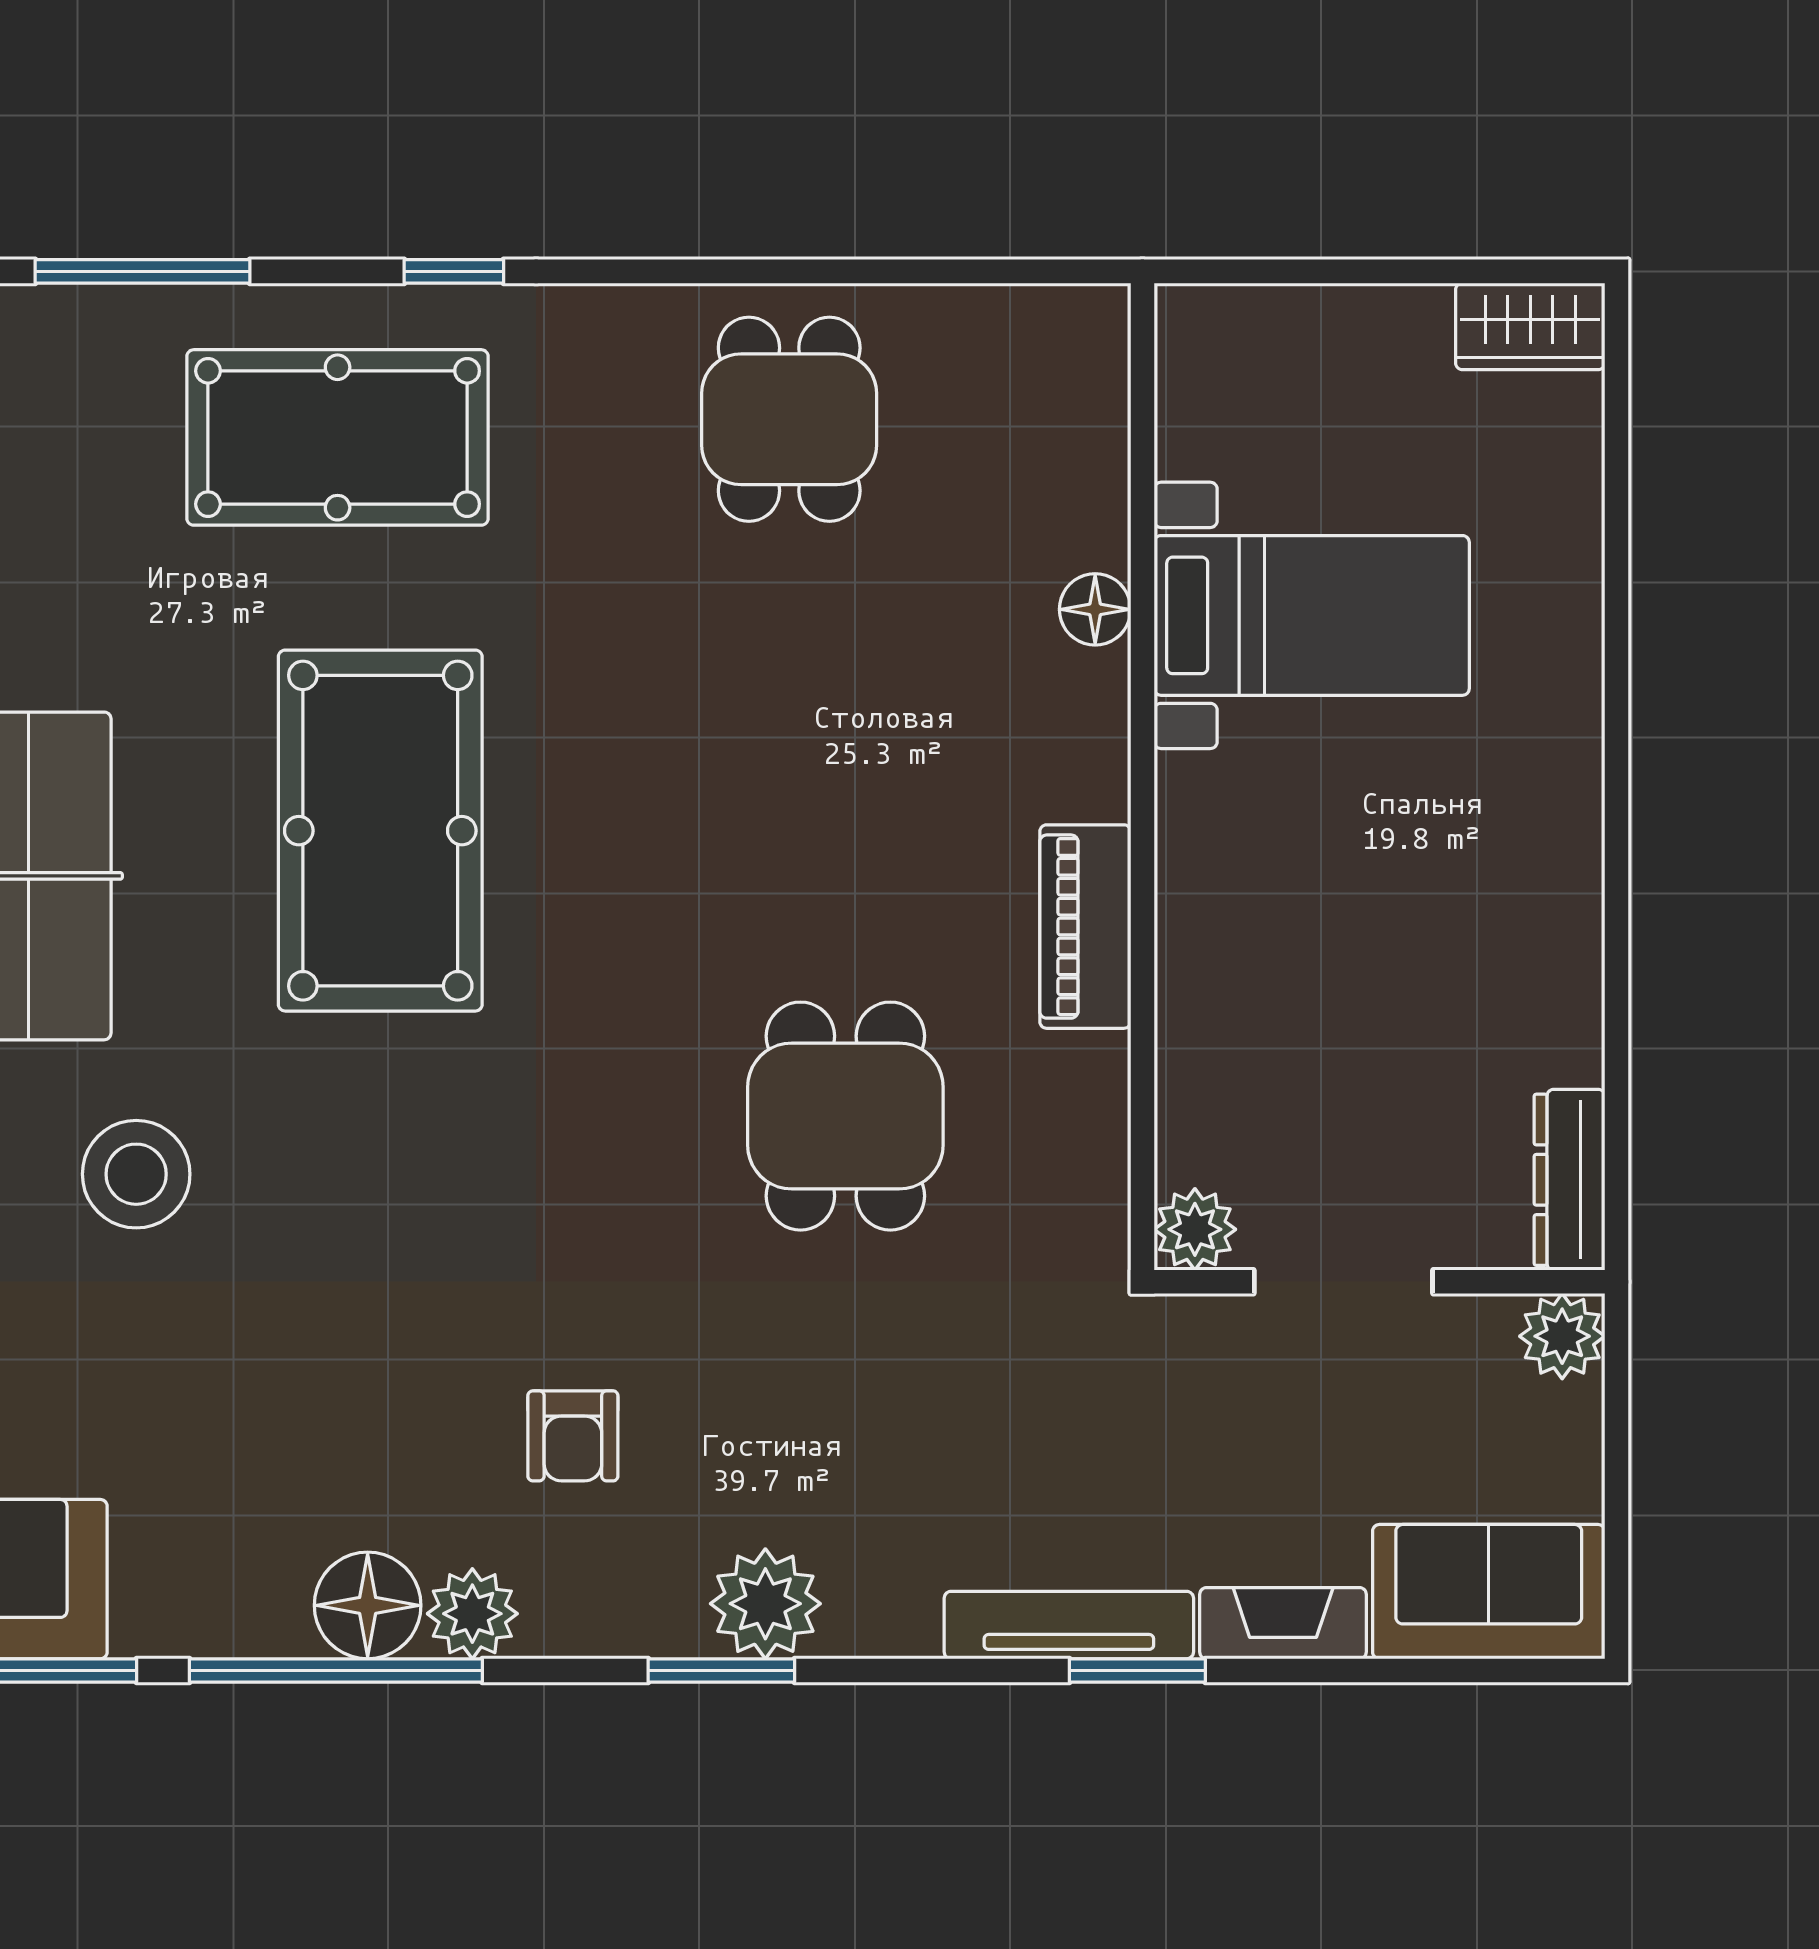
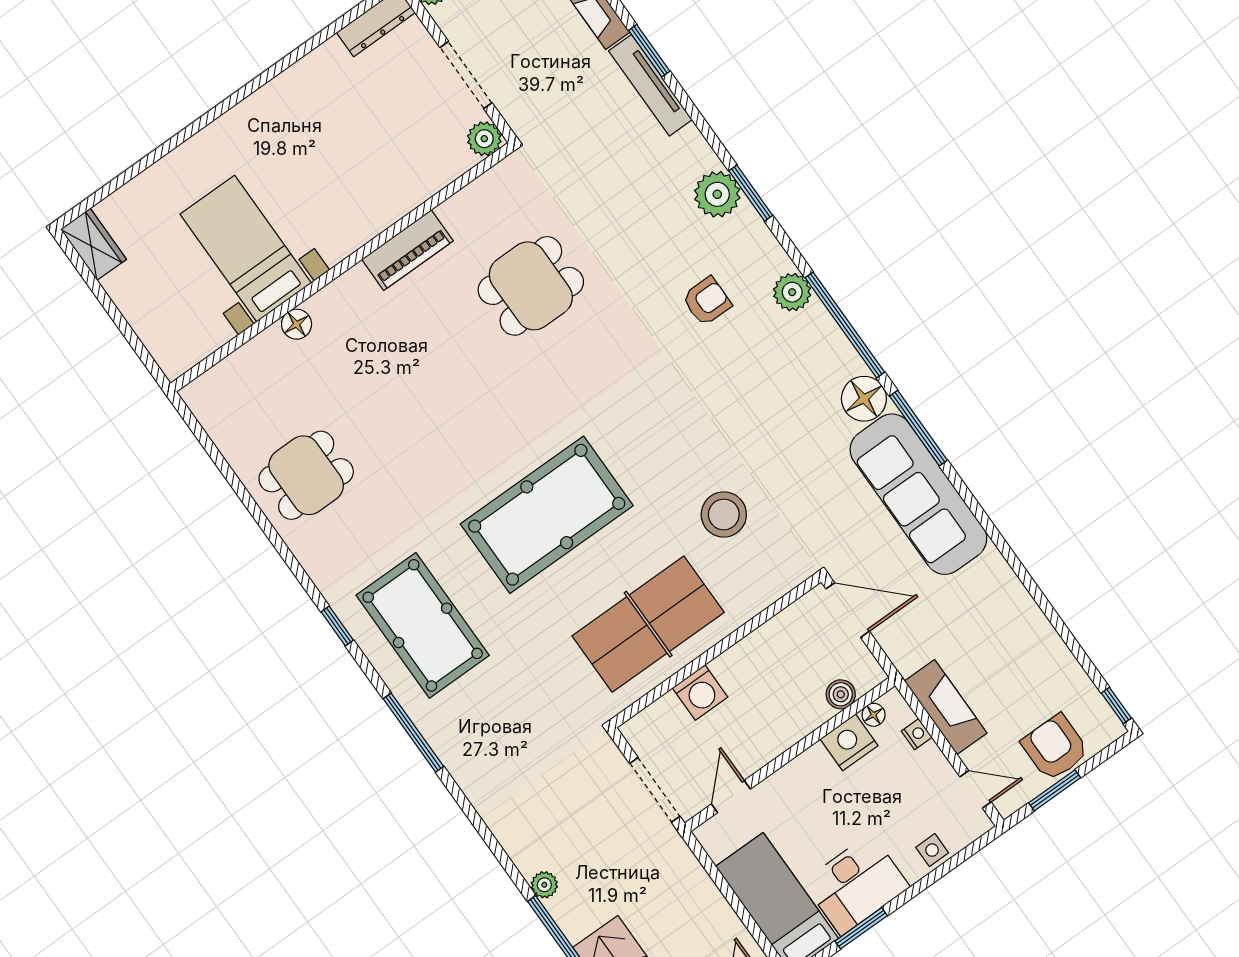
floor lamp: (368, 1605) -> (864, 399), moved

